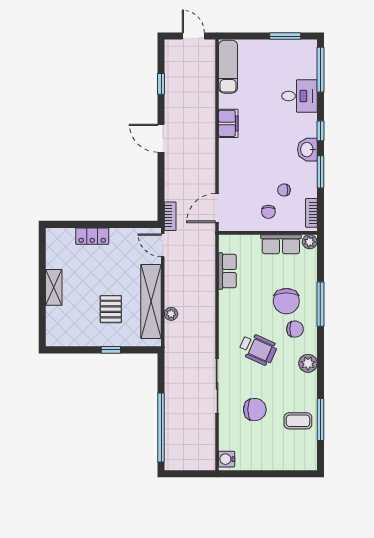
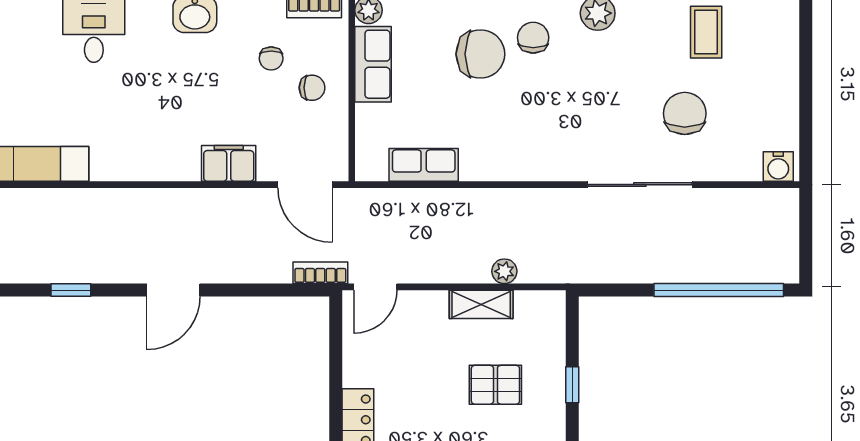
filing cabinet: (228, 123) -> (229, 163), moved
shelving: (151, 301) -> (481, 304), width x0.45, depth x0.75
wheelchair: (258, 349) -> (570, 108), removed

